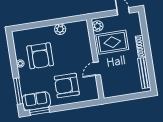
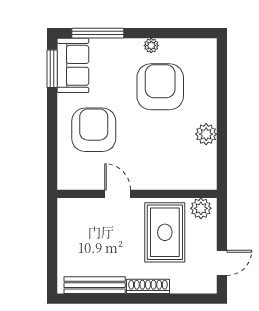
armchair: (40, 56) -> (160, 87), turned 90

